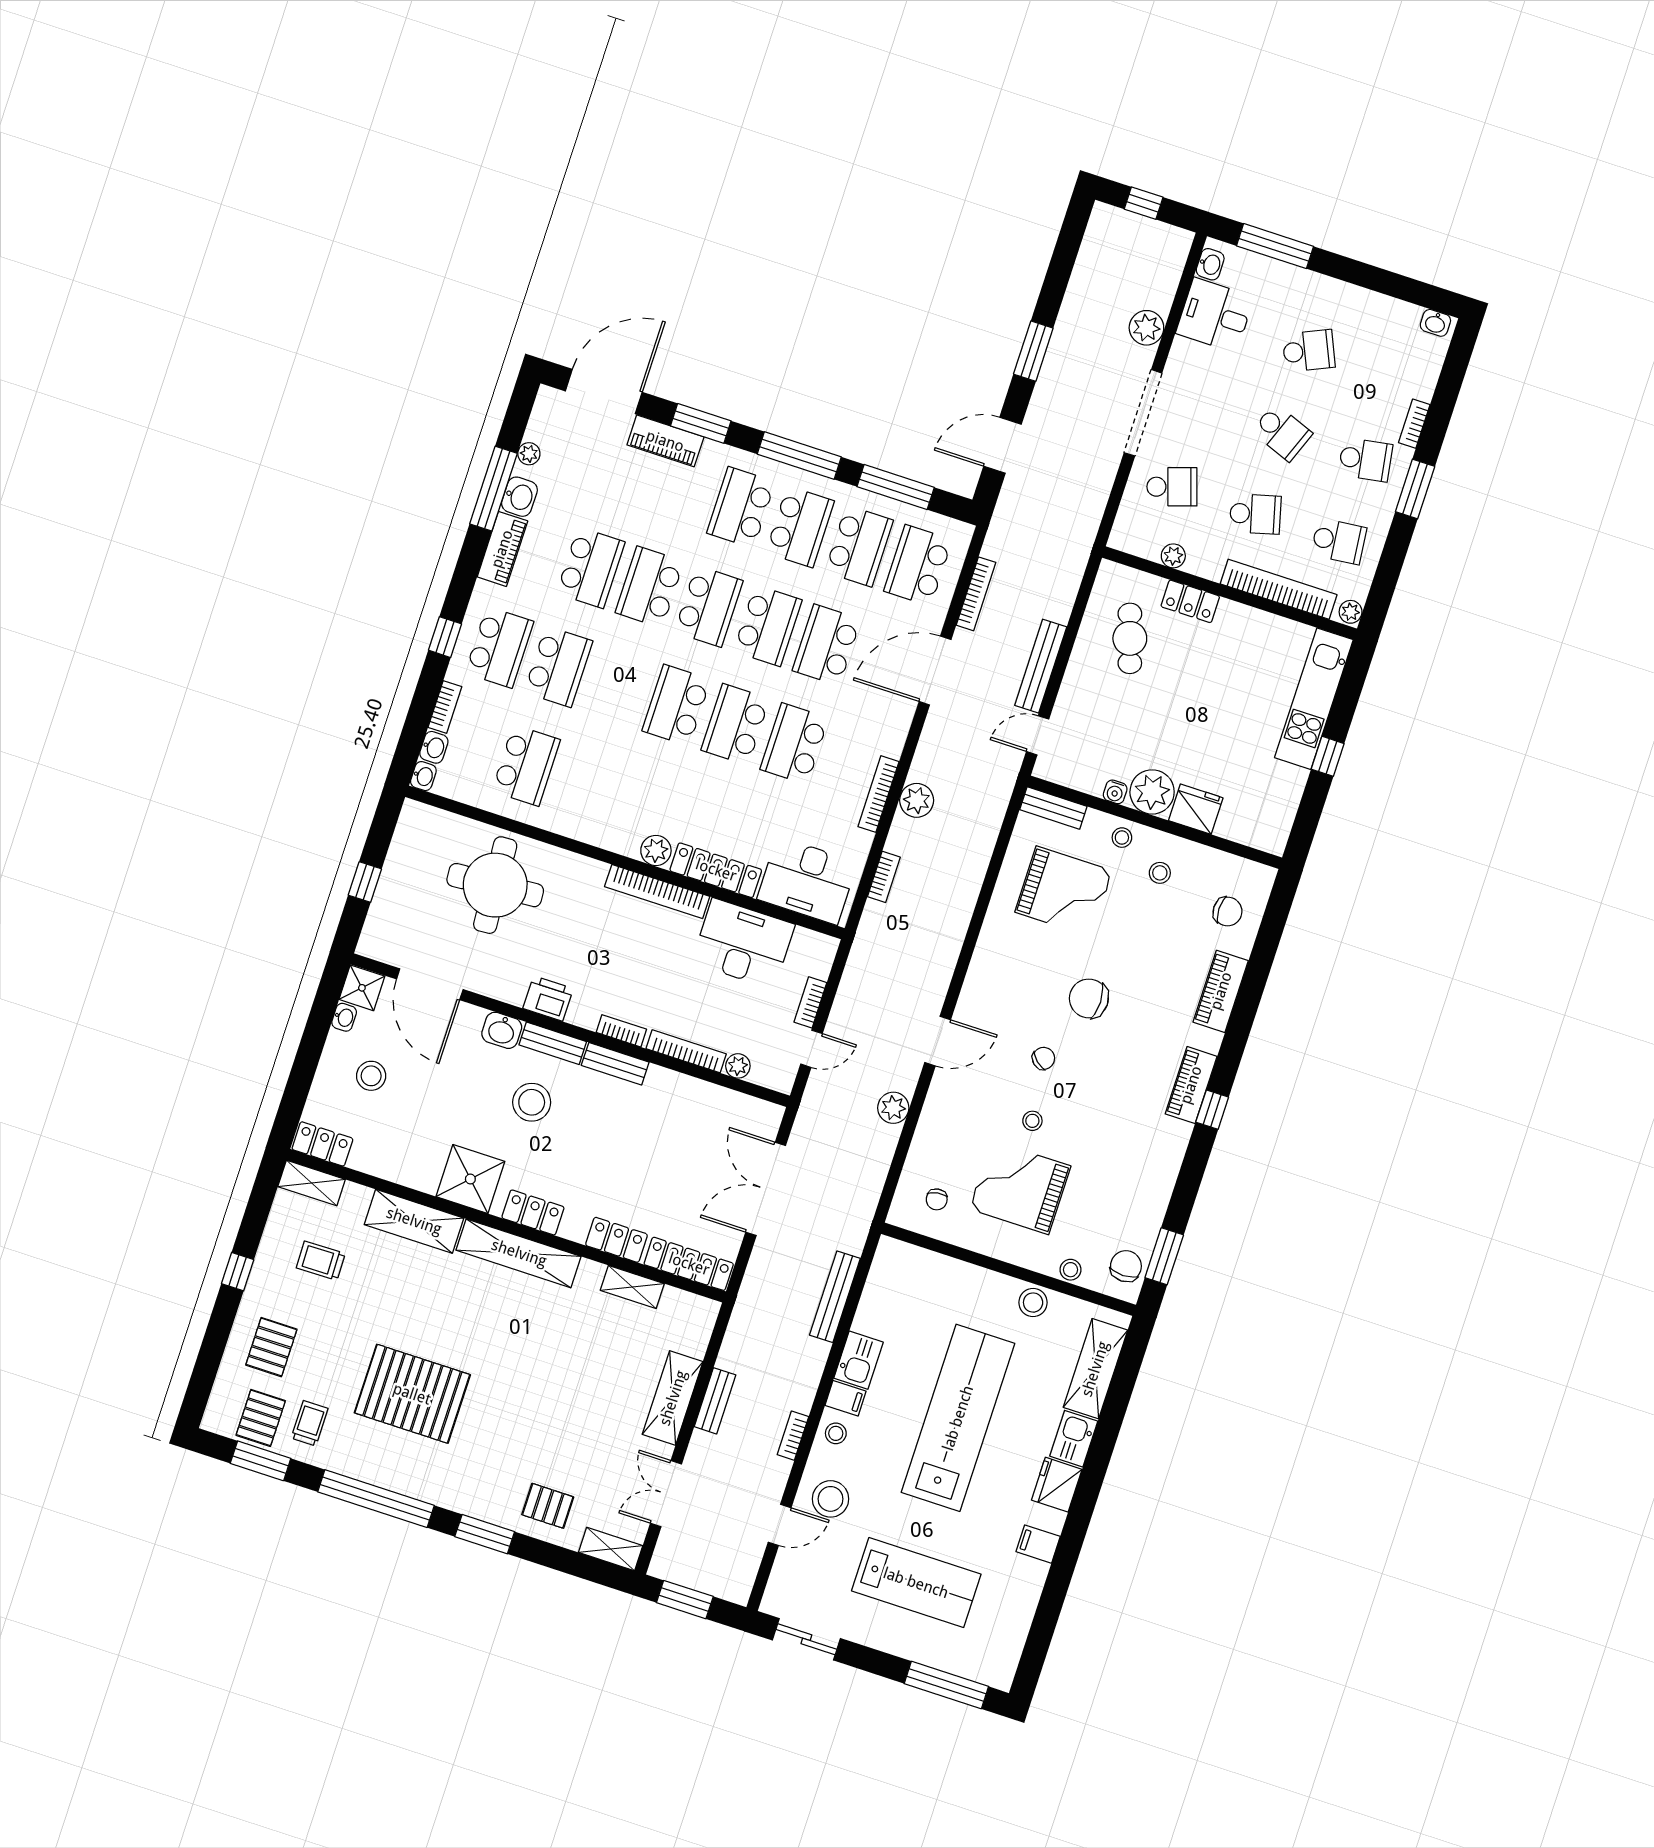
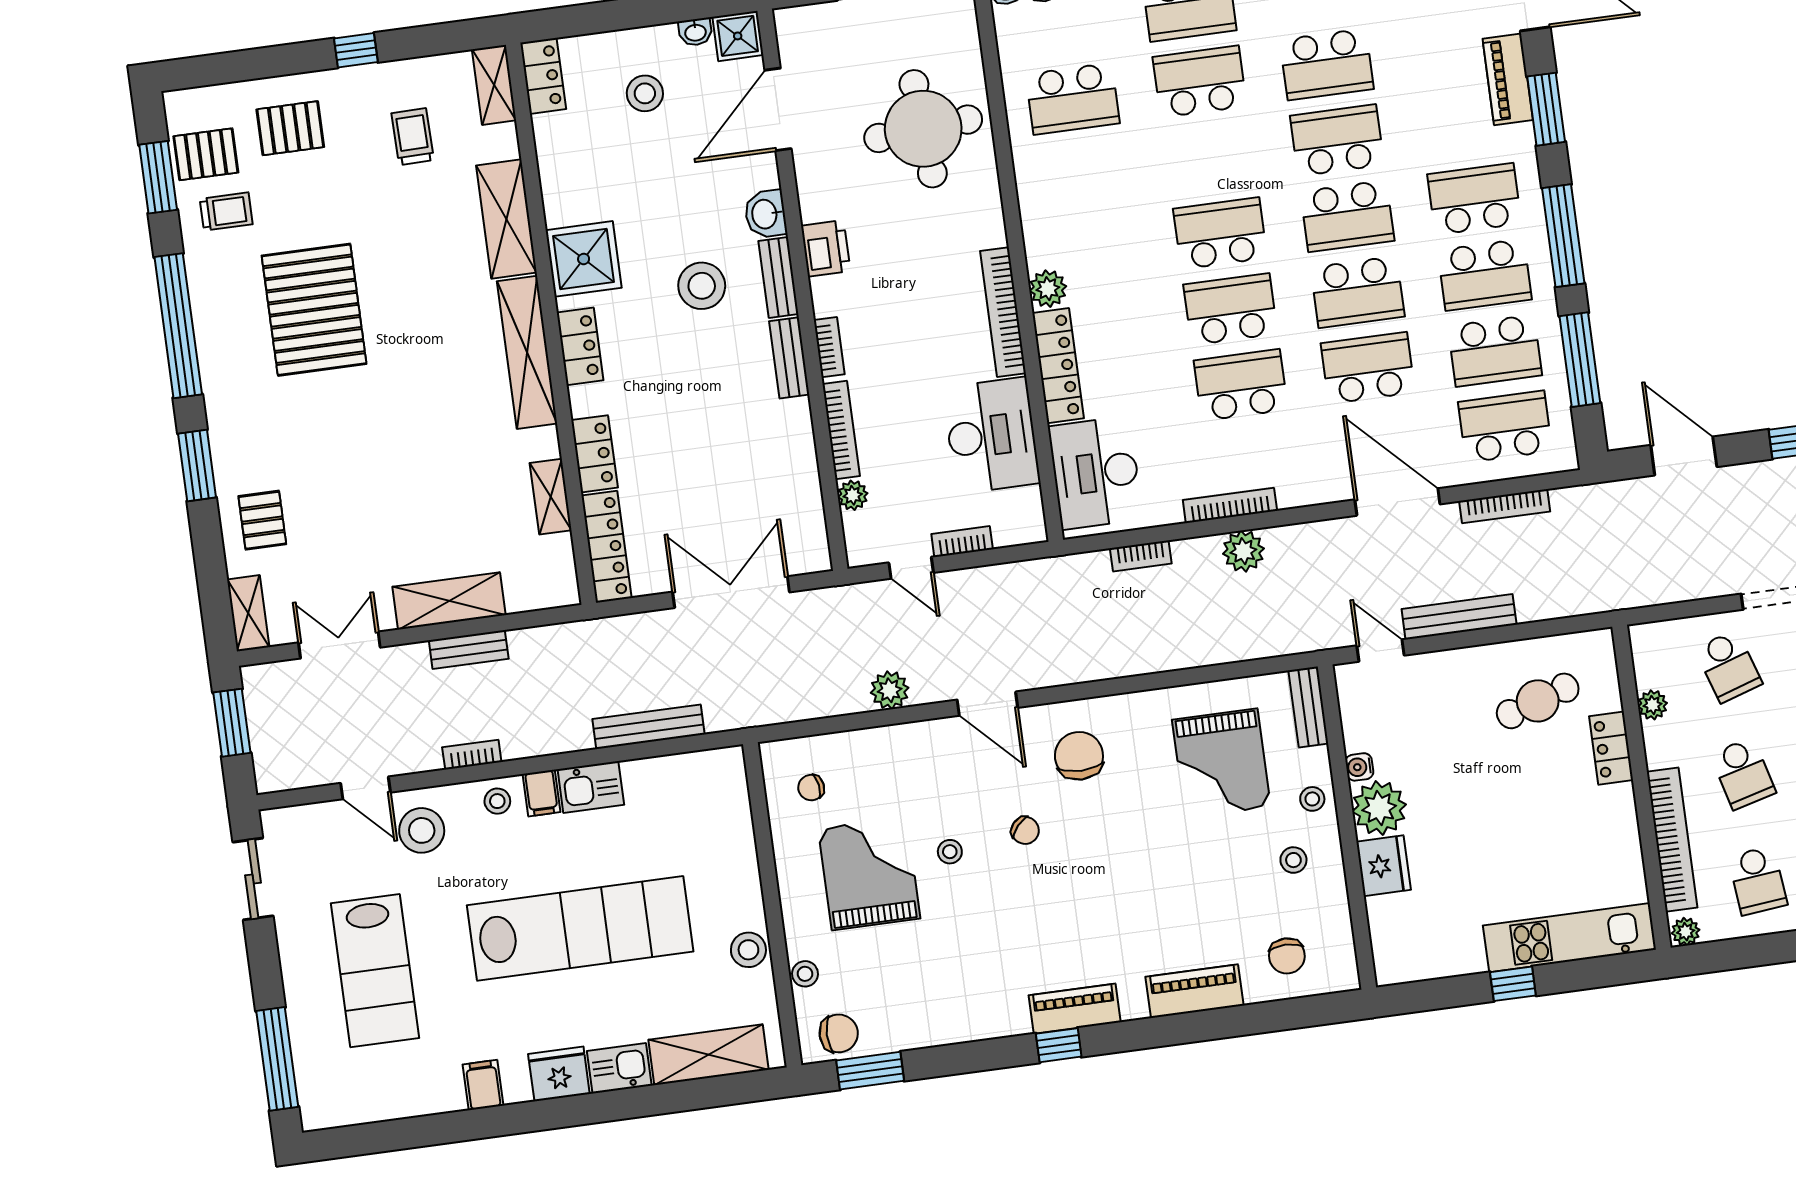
school desk: (558, 667) -> (1200, 82), turned 180
chair: (1089, 998) -> (1079, 756), moved

